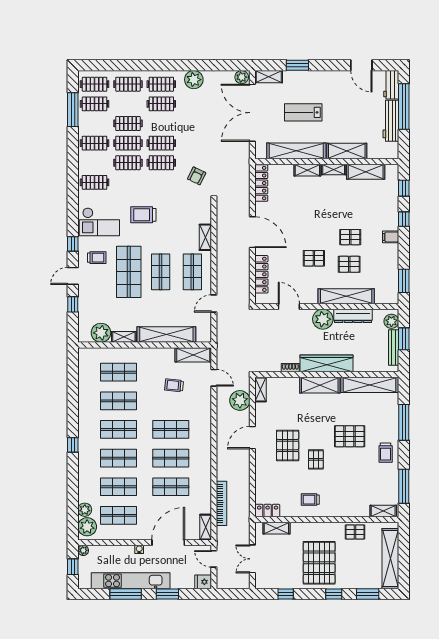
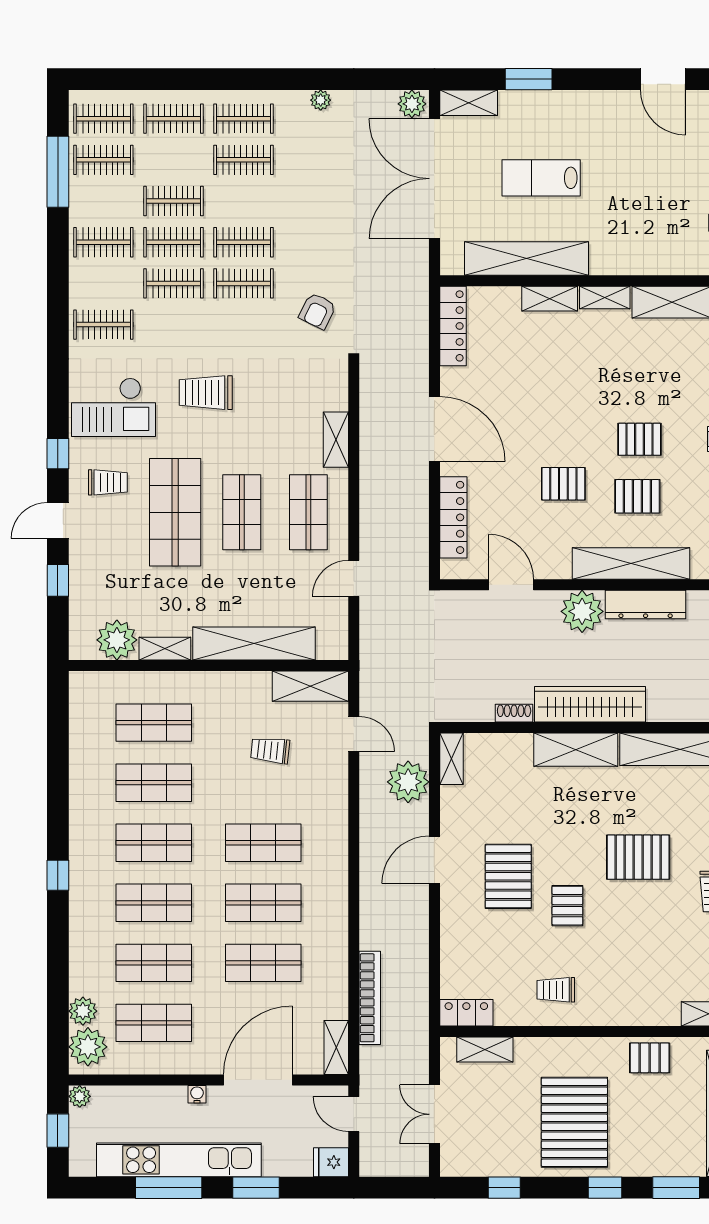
plant: (194, 80) -> (321, 100), width x0.53, depth x0.53
shelving: (347, 151) -> (632, 259), removed

